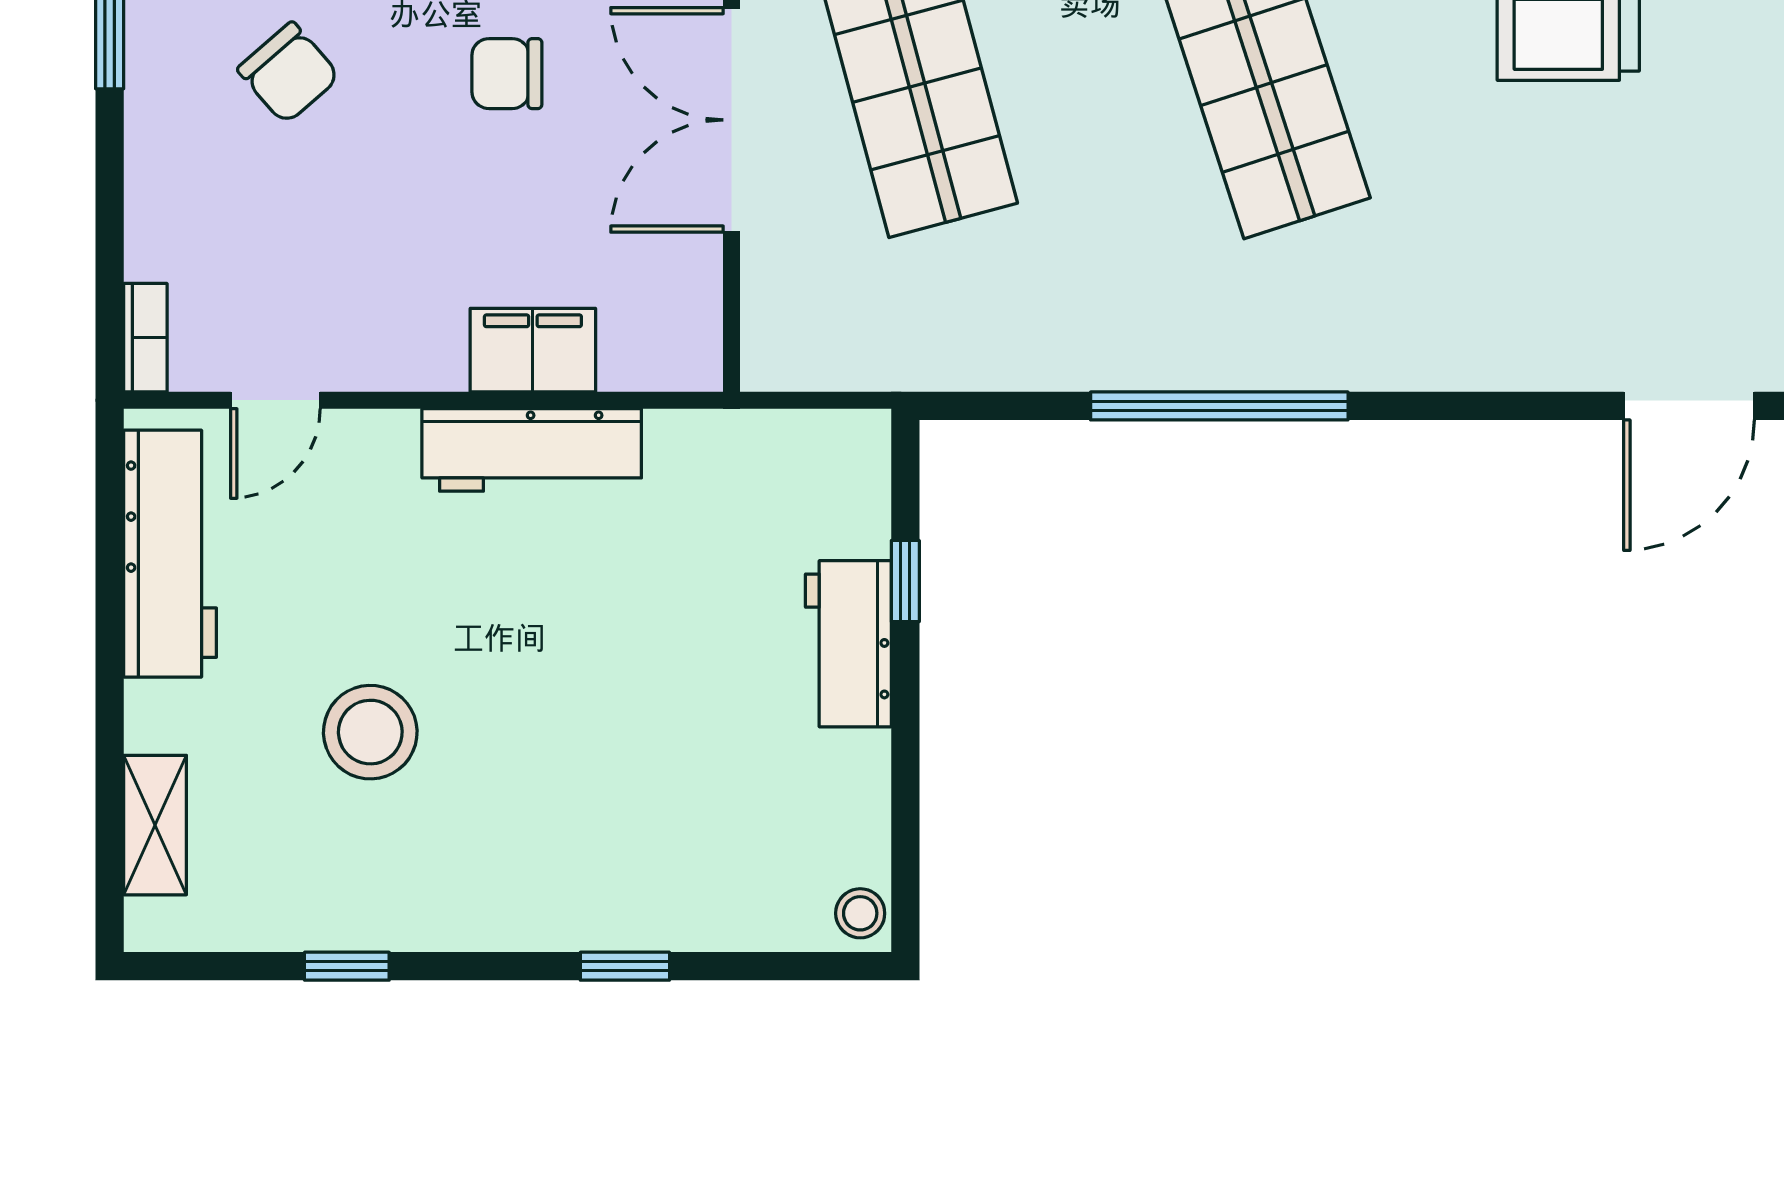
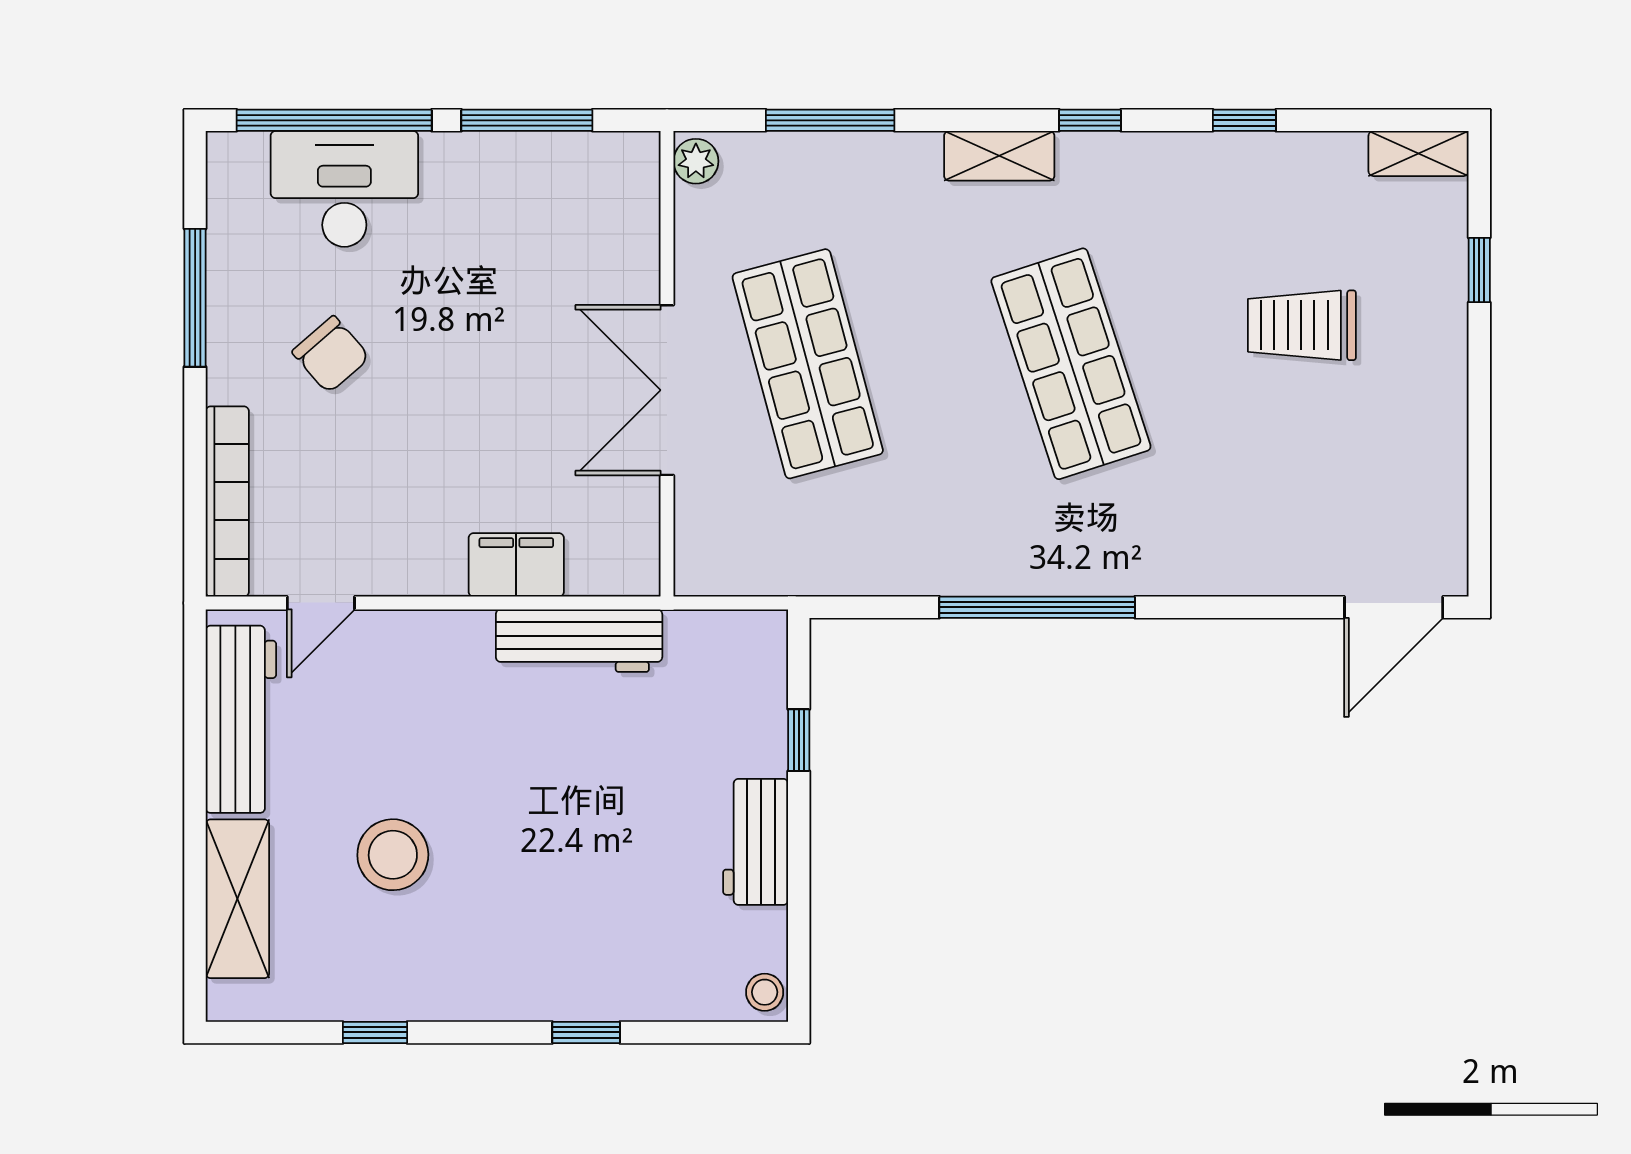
chair: (507, 74) -> (497, 355), removed
bookcase: (145, 338) -> (227, 501), width x2.31, depth x1.31
workbench: (532, 450) -> (579, 641), moved
workbench: (848, 644) -> (756, 842), moved
shelving: (155, 825) -> (237, 899), width x1.50, depth x1.33

